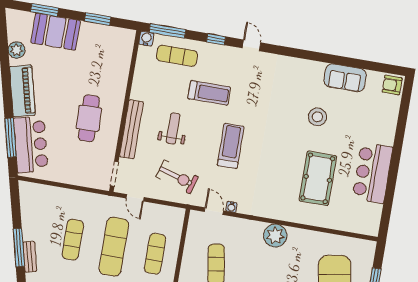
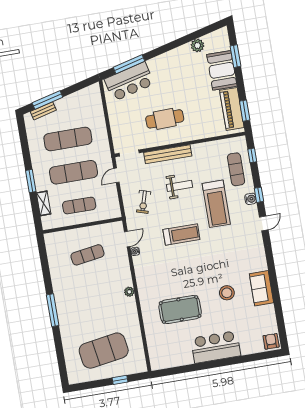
window: (98, 19) -> (245, 111), moved
window: (167, 31) -> (252, 155), width x0.46
water cooler: (146, 39) -> (251, 199), moved
sofa: (345, 78) -> (261, 288), moved
piano: (22, 91) -> (232, 109), moved, turned 104
treadmill: (209, 93) -> (216, 204), width x1.37, depth x1.38
bar counter: (373, 173) -> (216, 347), moved
exercise bike: (177, 177) -> (144, 202), width x0.73, depth x0.72
plant: (275, 236) -> (129, 292), width x0.53, depth x0.53
exercise mat: (73, 240) -> (68, 139), width x1.36, depth x1.45

